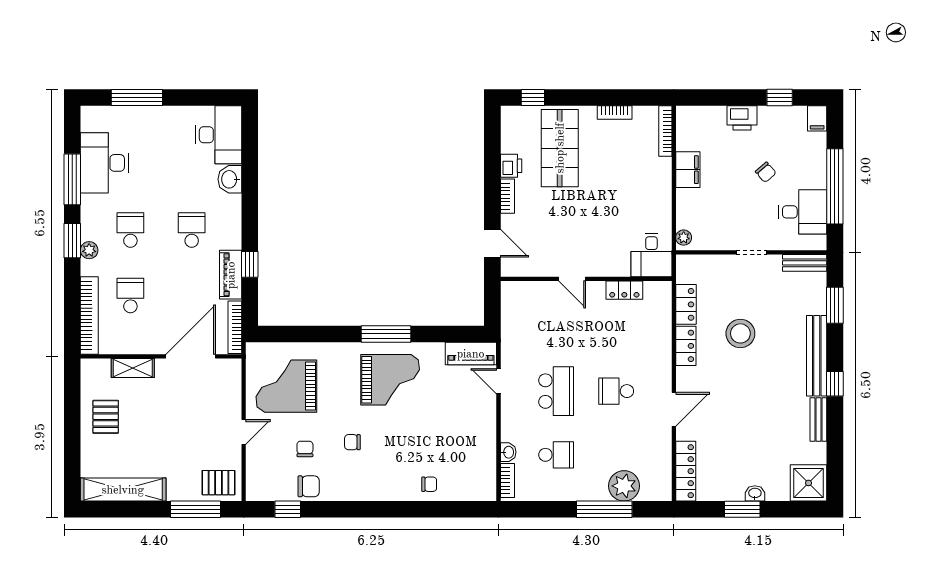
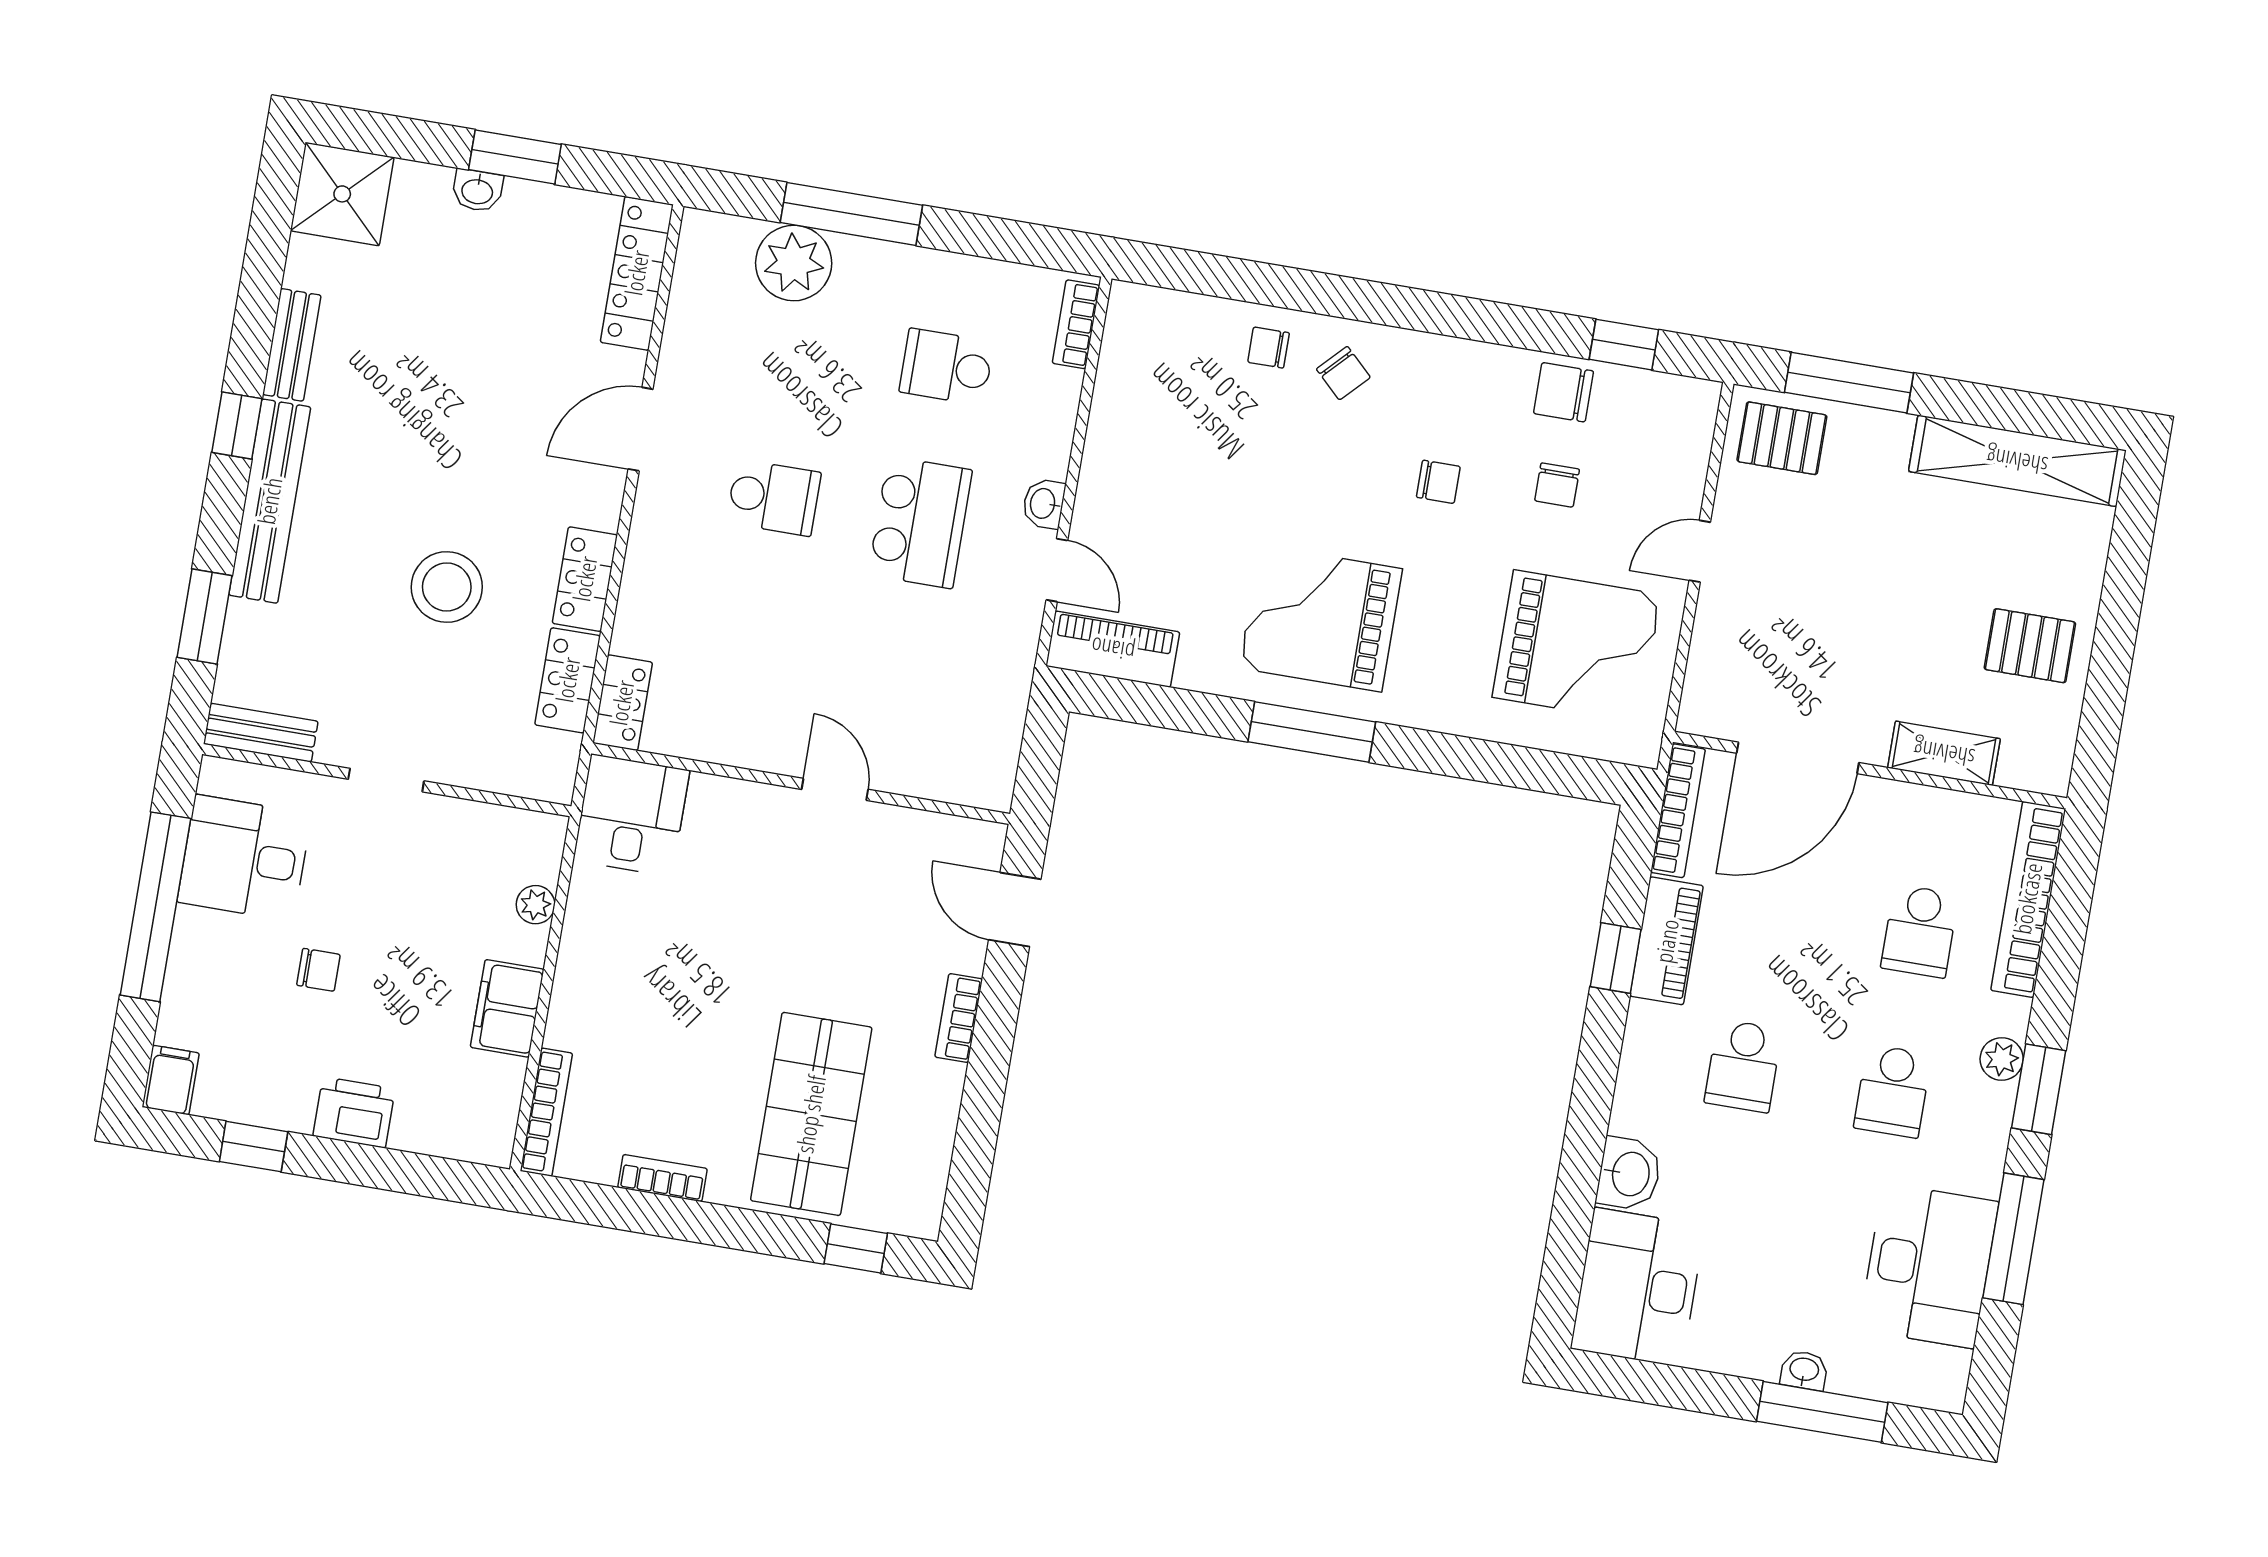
washbasin: (147, 113) -> (1804, 1370), added
printer: (511, 166) -> (937, 1091), removed
chair: (766, 172) -> (318, 970), turned 131
plant: (684, 238) -> (536, 905), moved
locker: (624, 290) -> (622, 703), moved, turned 90
school desk: (556, 391) -> (920, 522), turned 180
pallet: (106, 417) -> (2030, 646), turned 90
washbasin: (508, 452) -> (1044, 504), moved
chair: (398, 479) -> (1343, 373), added

